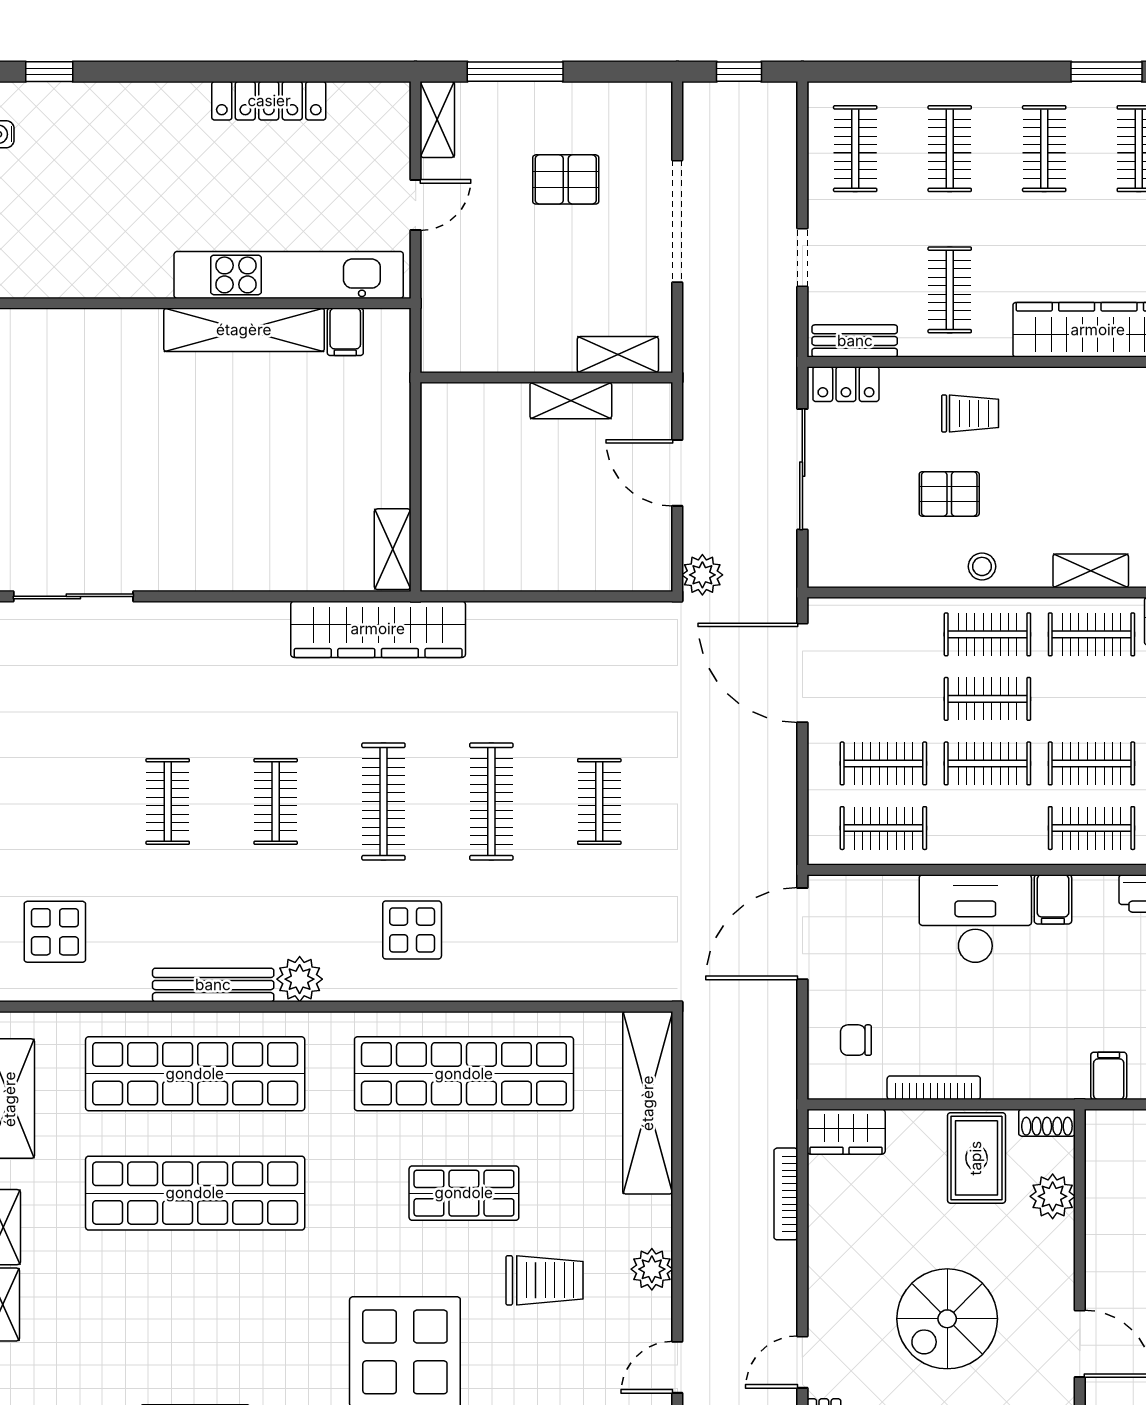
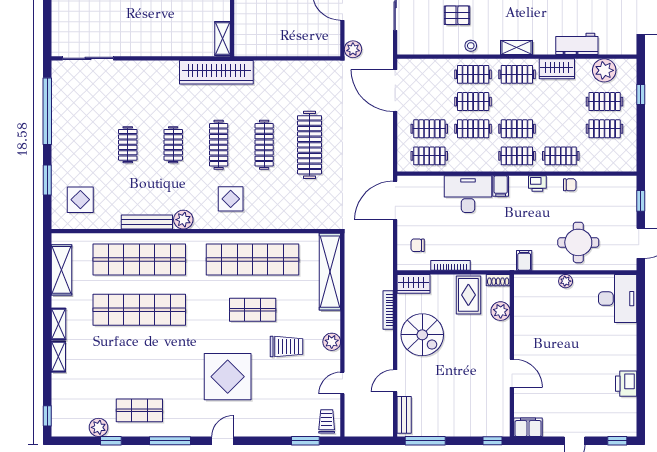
clothes rail: (599, 801) -> (310, 145), width x1.86, depth x1.31
spiral stairs: (947, 1319) -> (422, 335), moved, turned -90

